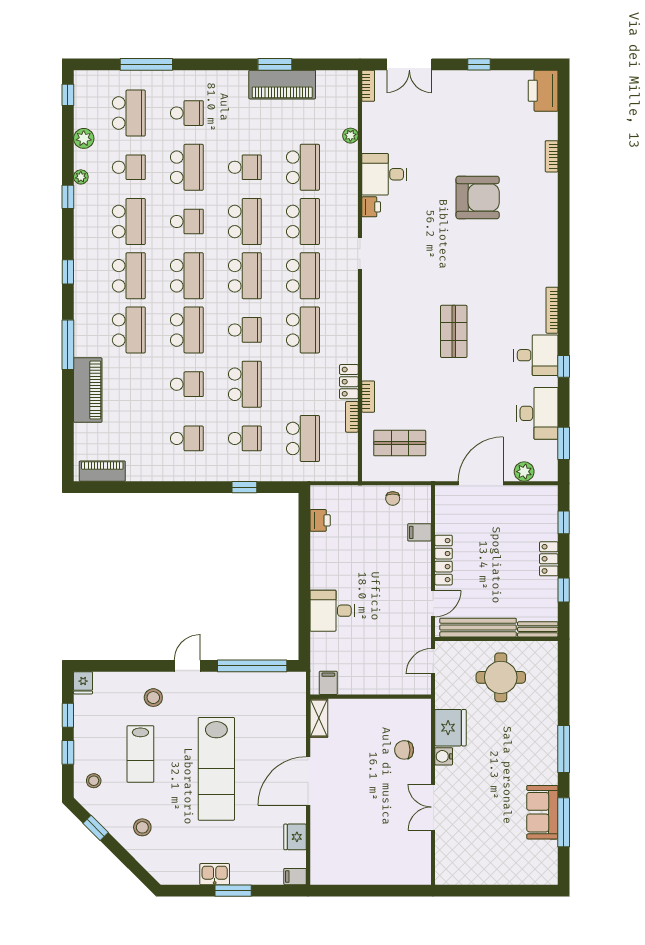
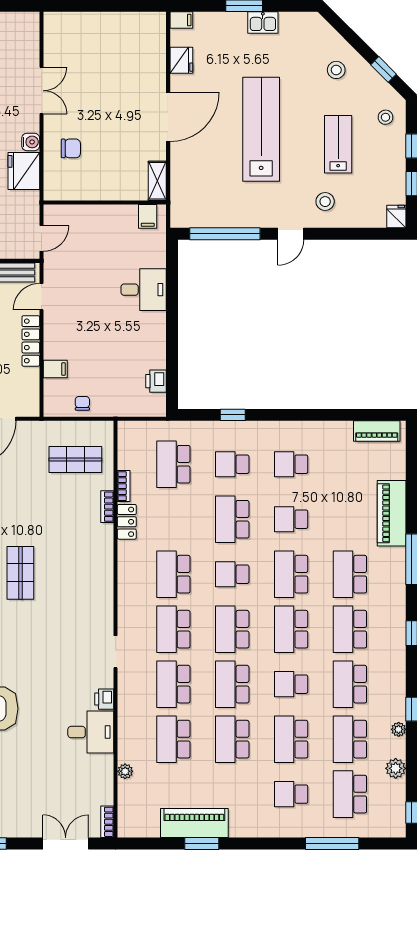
school desk: (129, 167) -> (350, 739), width x1.85
school desk: (245, 167) -> (232, 739), width x1.85

